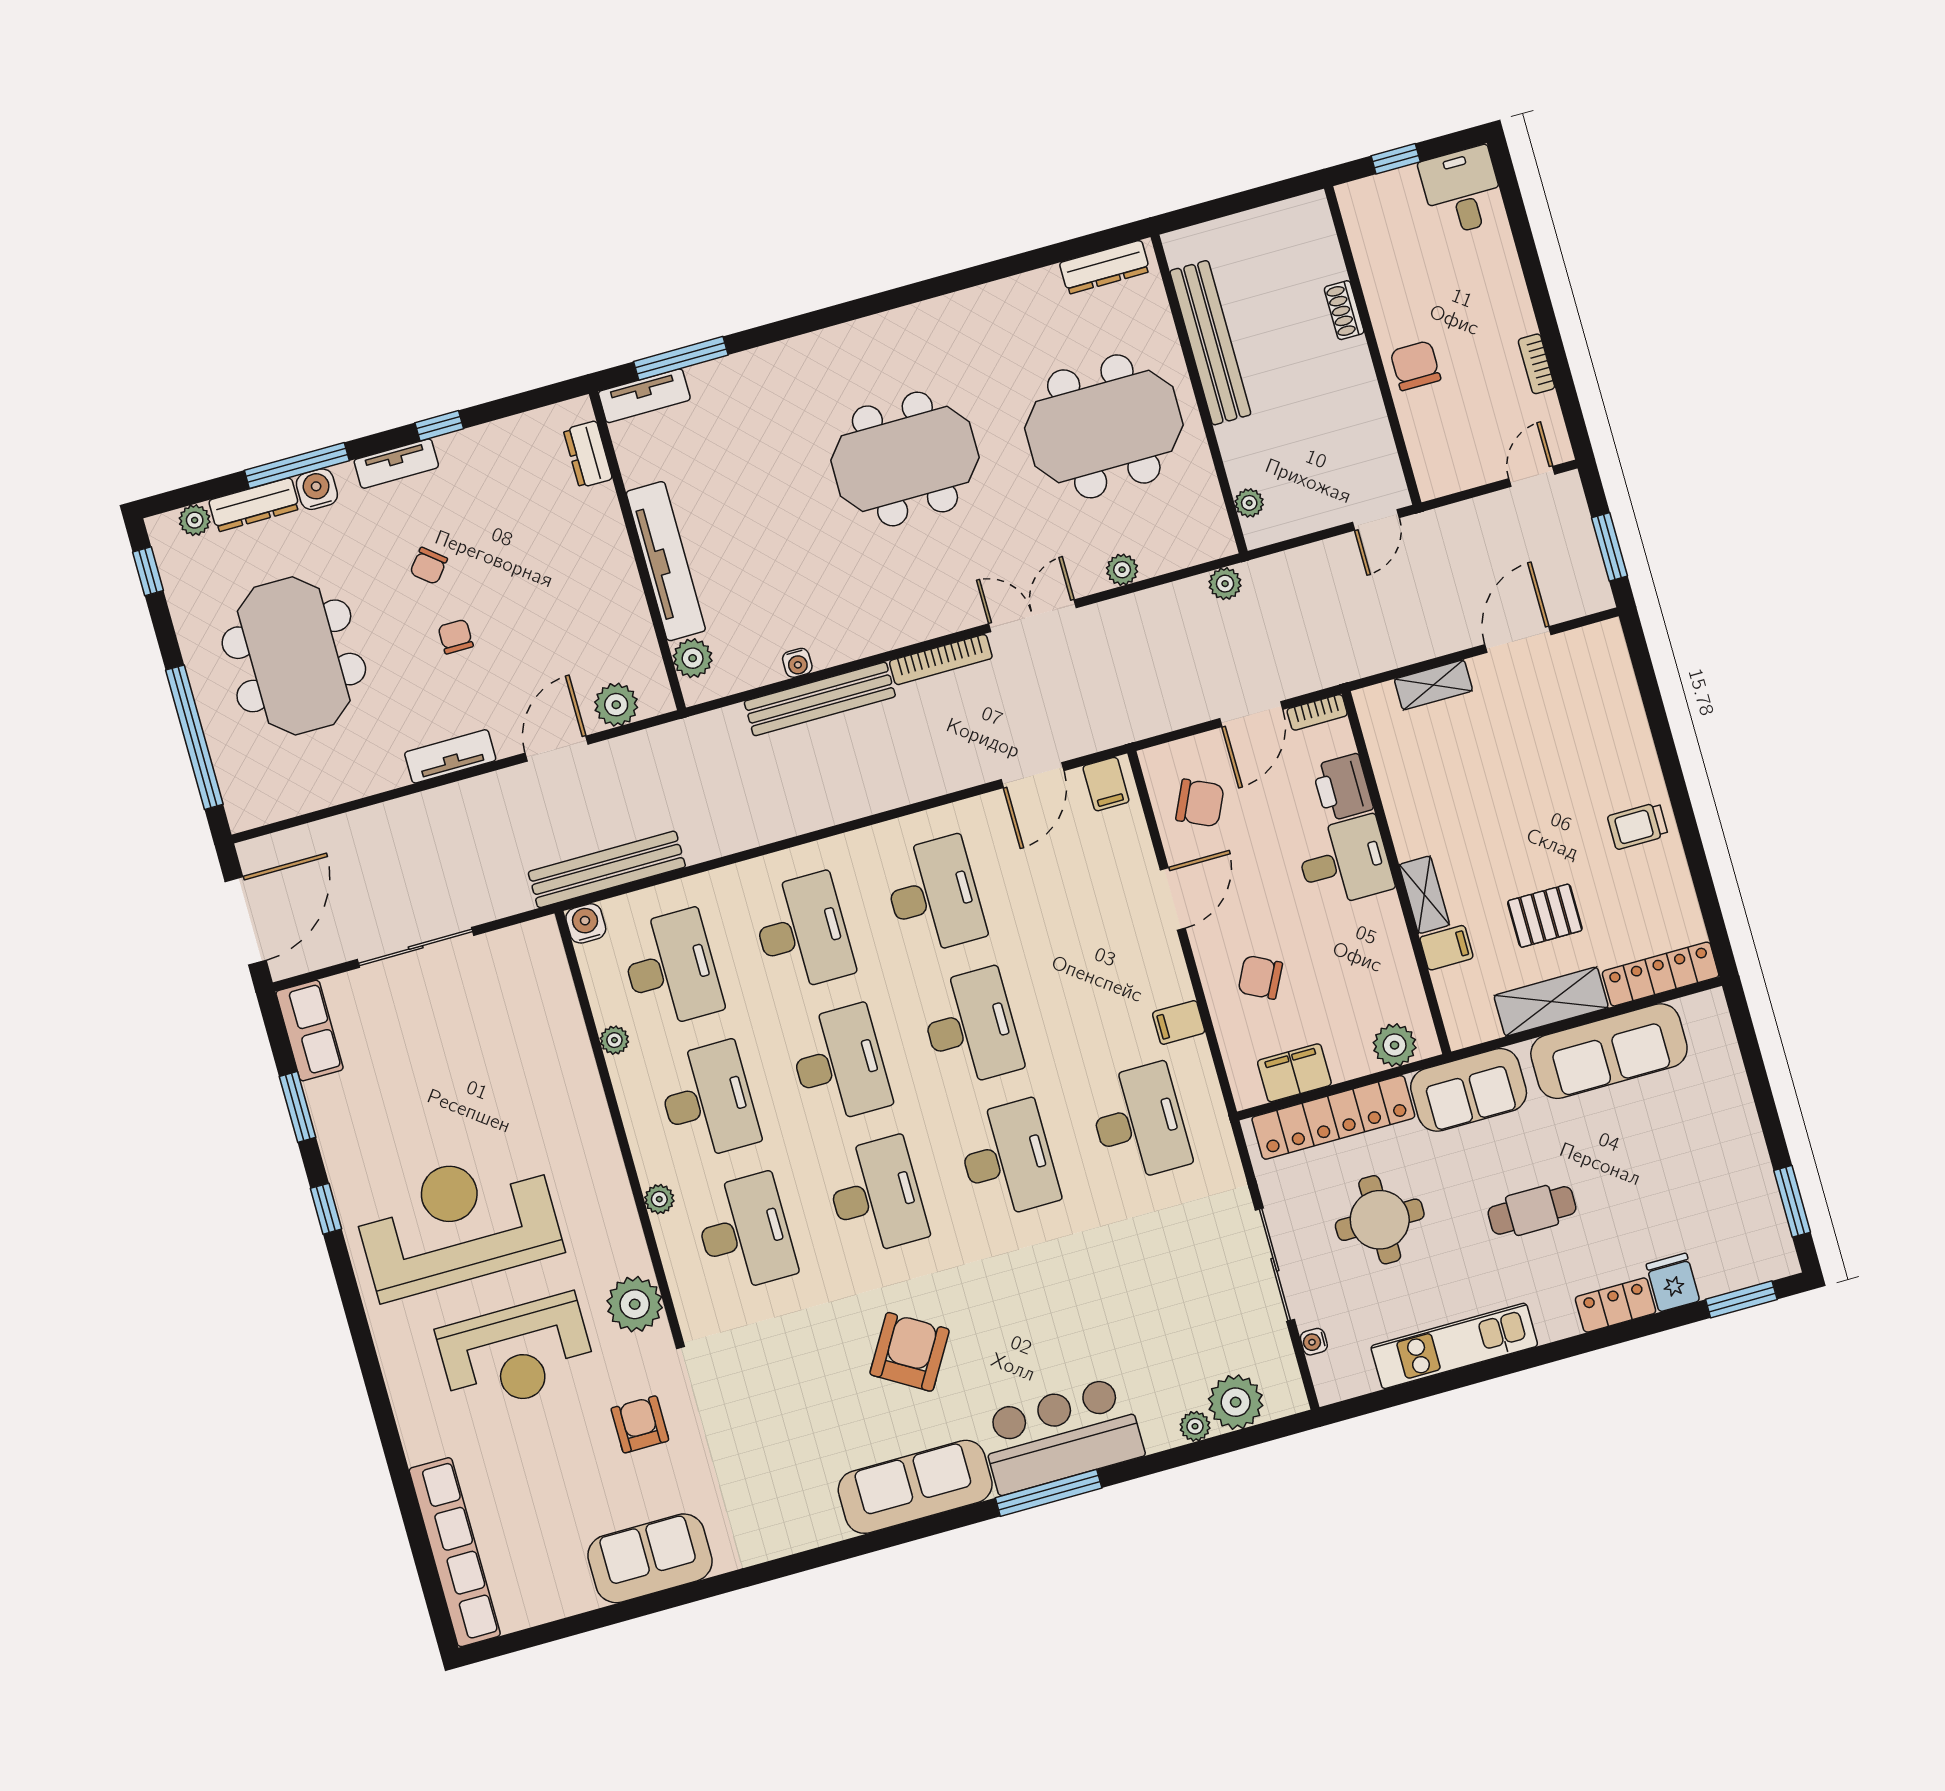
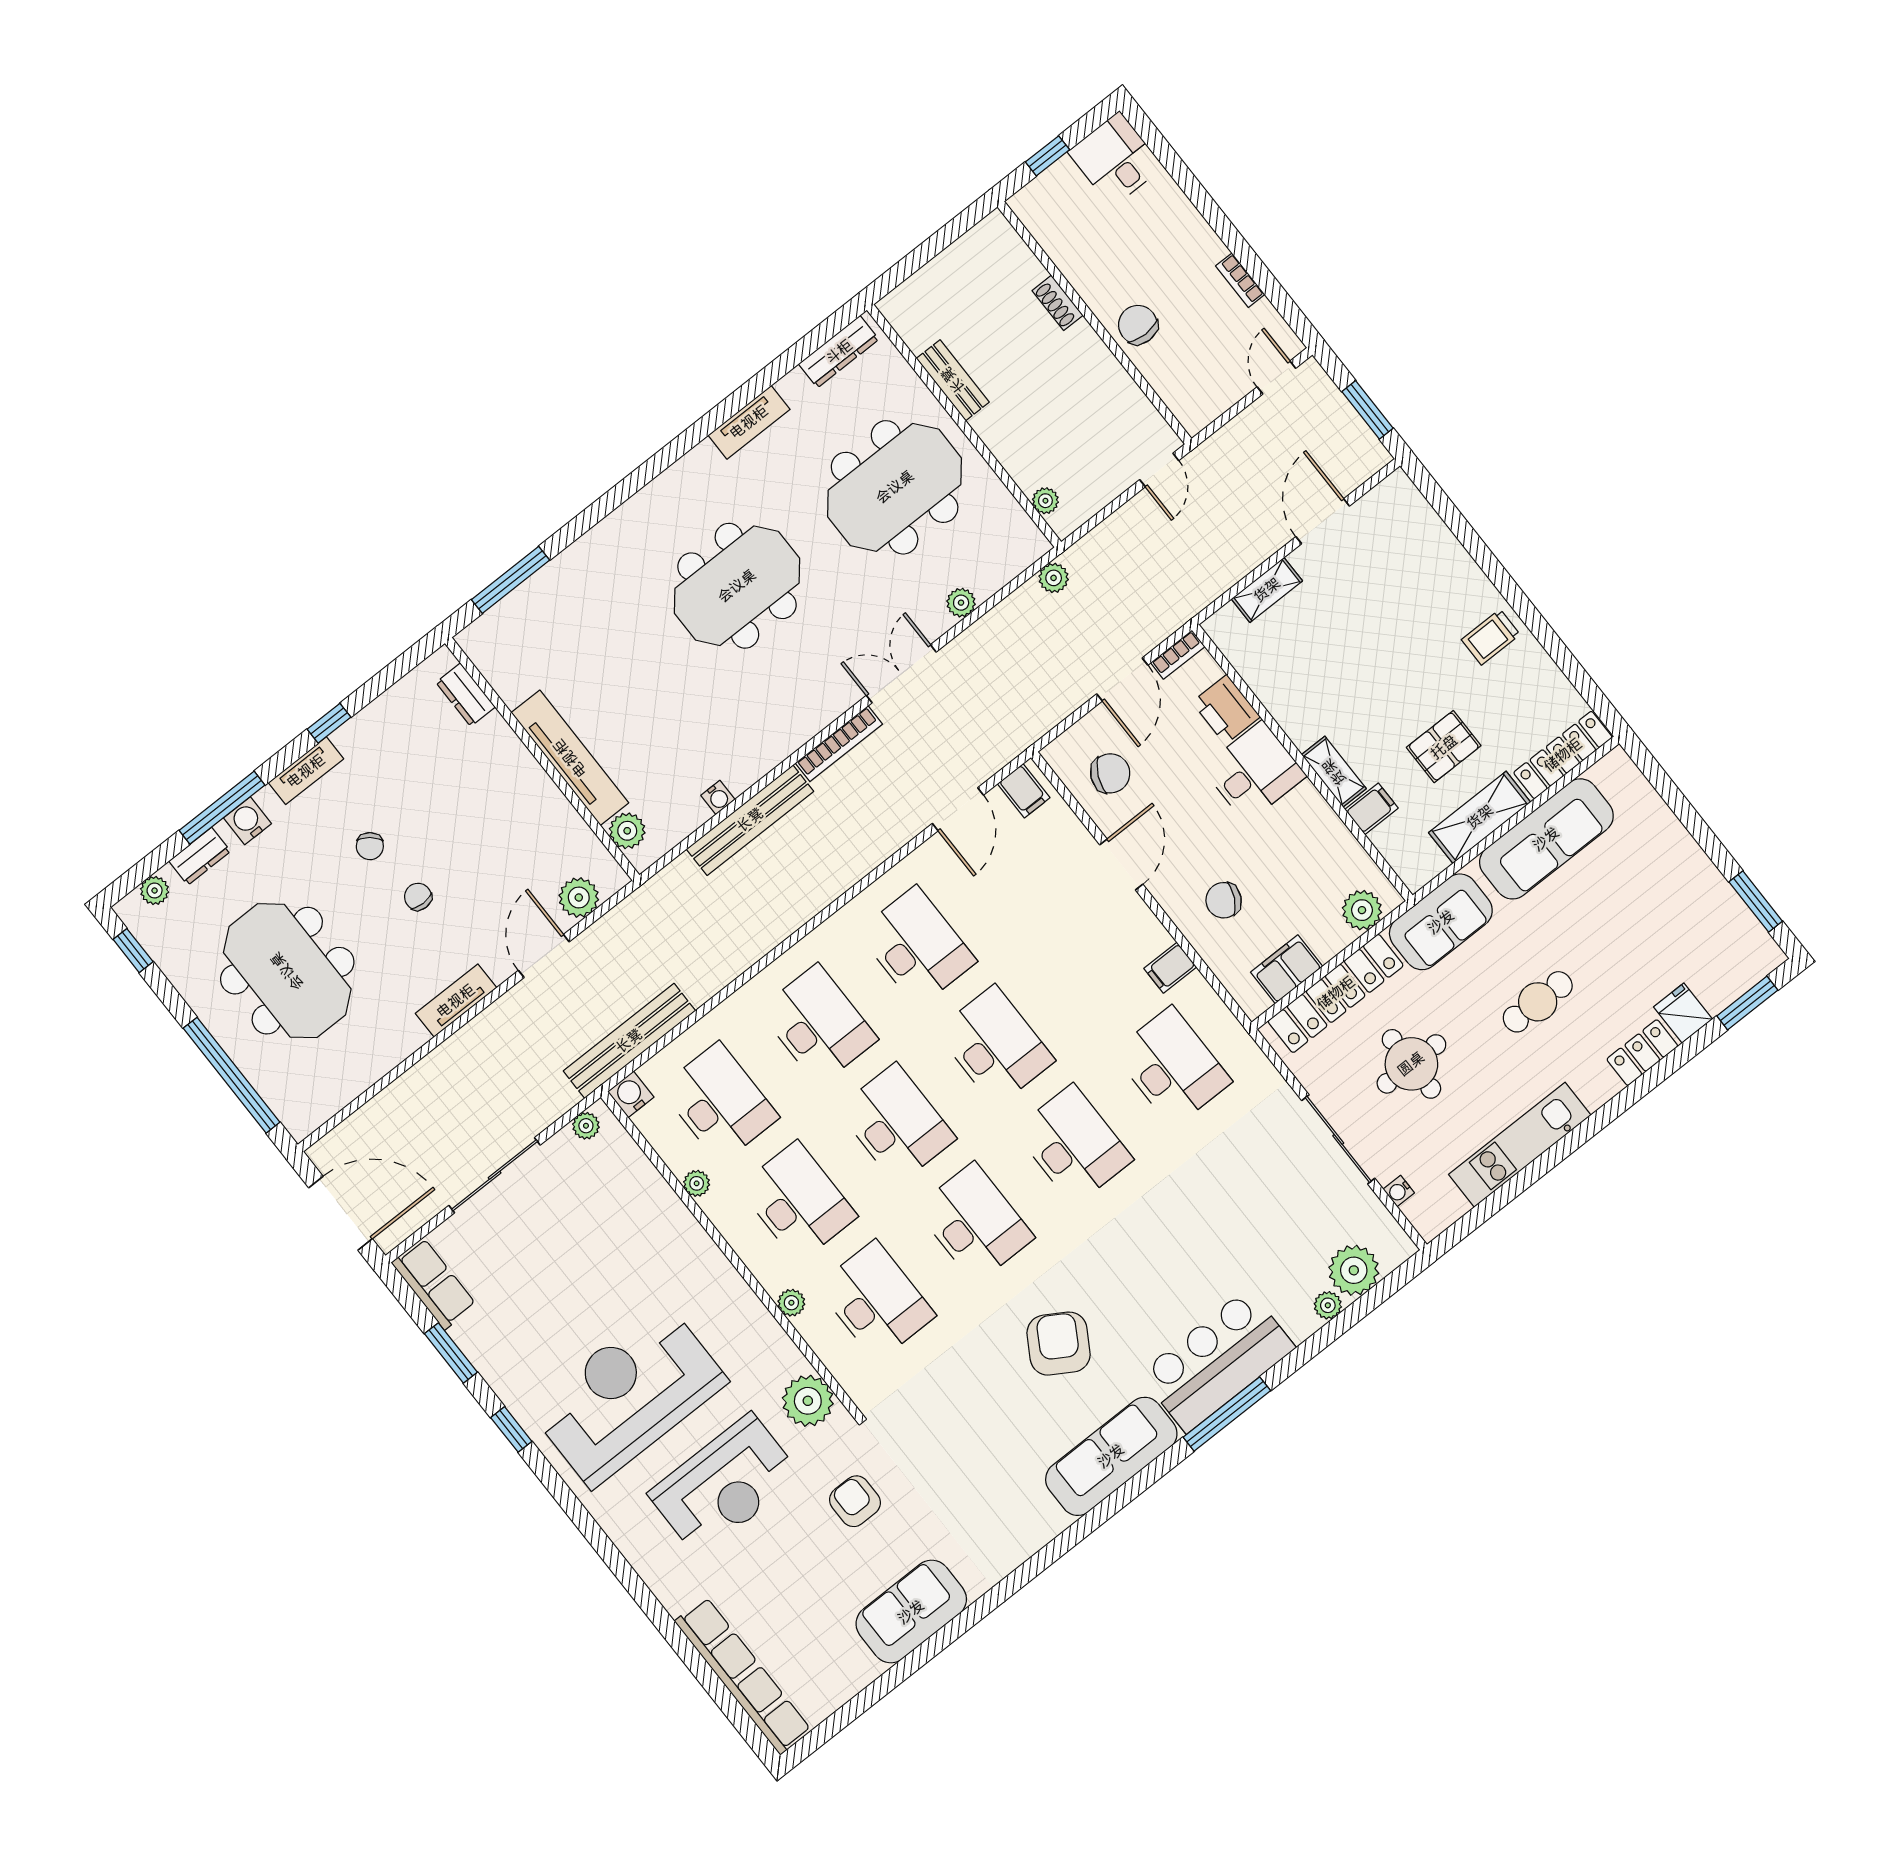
bench: (1210, 343) -> (953, 380), width x0.54, depth x0.82
tv unit: (644, 396) -> (749, 422), moved
dresser: (254, 505) -> (200, 856), width x0.70
door: (246, 921) -> (340, 1213), hinge flipped
plant: (528, 936) -> (586, 1126), added

